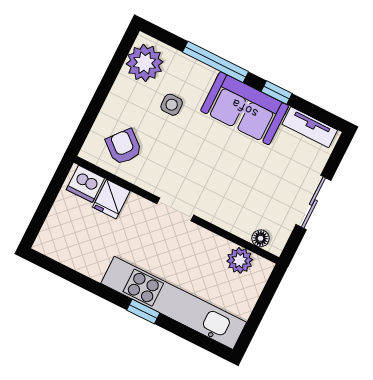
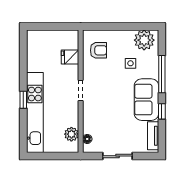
armchair: (124, 147) -> (98, 50), turned 50
dishwasher: (85, 184) -> (71, 41), removed

